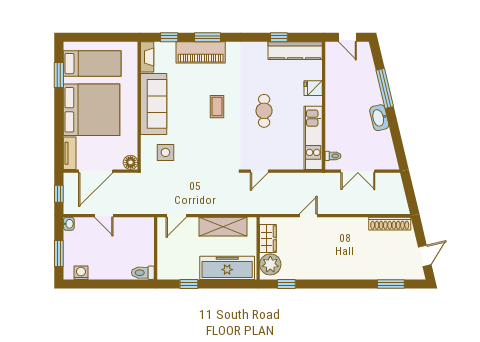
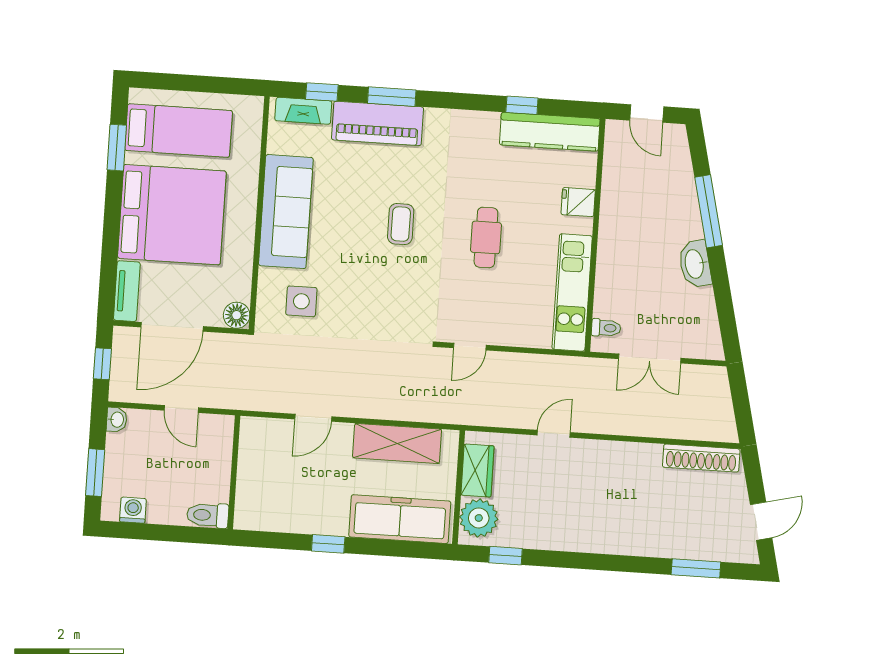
fireplace: (147, 57) -> (303, 111), moved, turned 90
wall: (156, 248) -> (234, 472), moved
toilet: (143, 273) -> (208, 515), moved

